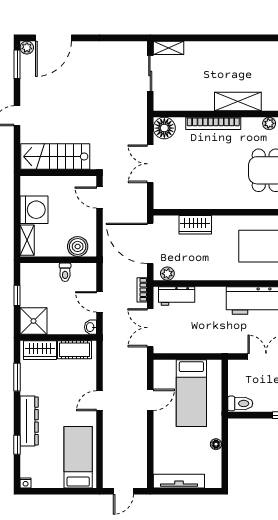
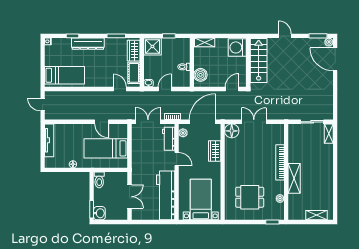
floor lamp: (164, 128) -> (232, 131), moved
washing machine: (34, 210) -> (237, 47), moved, turned 90
door: (208, 284) -> (177, 159), added
door: (99, 401) -> (120, 89), moved

